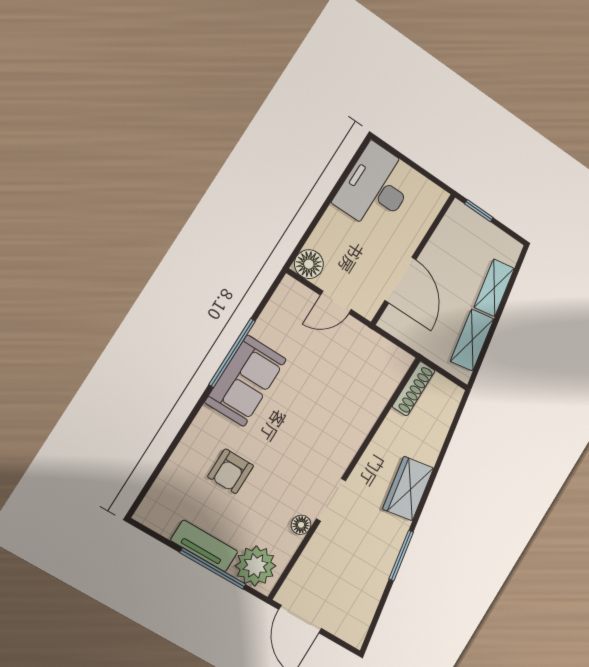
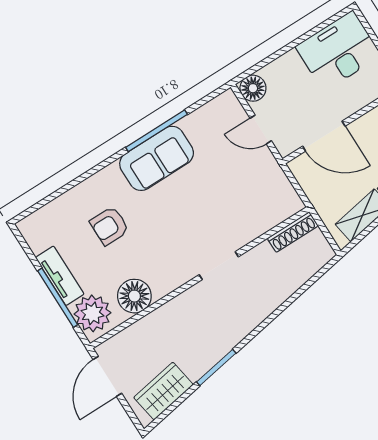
door: (400, 280) -> (324, 136), hinge flipped
wardrobe: (408, 489) -> (163, 391), moved
doorway: (331, 500) -> (219, 266), moved
floor lamp: (301, 525) -> (134, 296), width x1.89, depth x1.89

